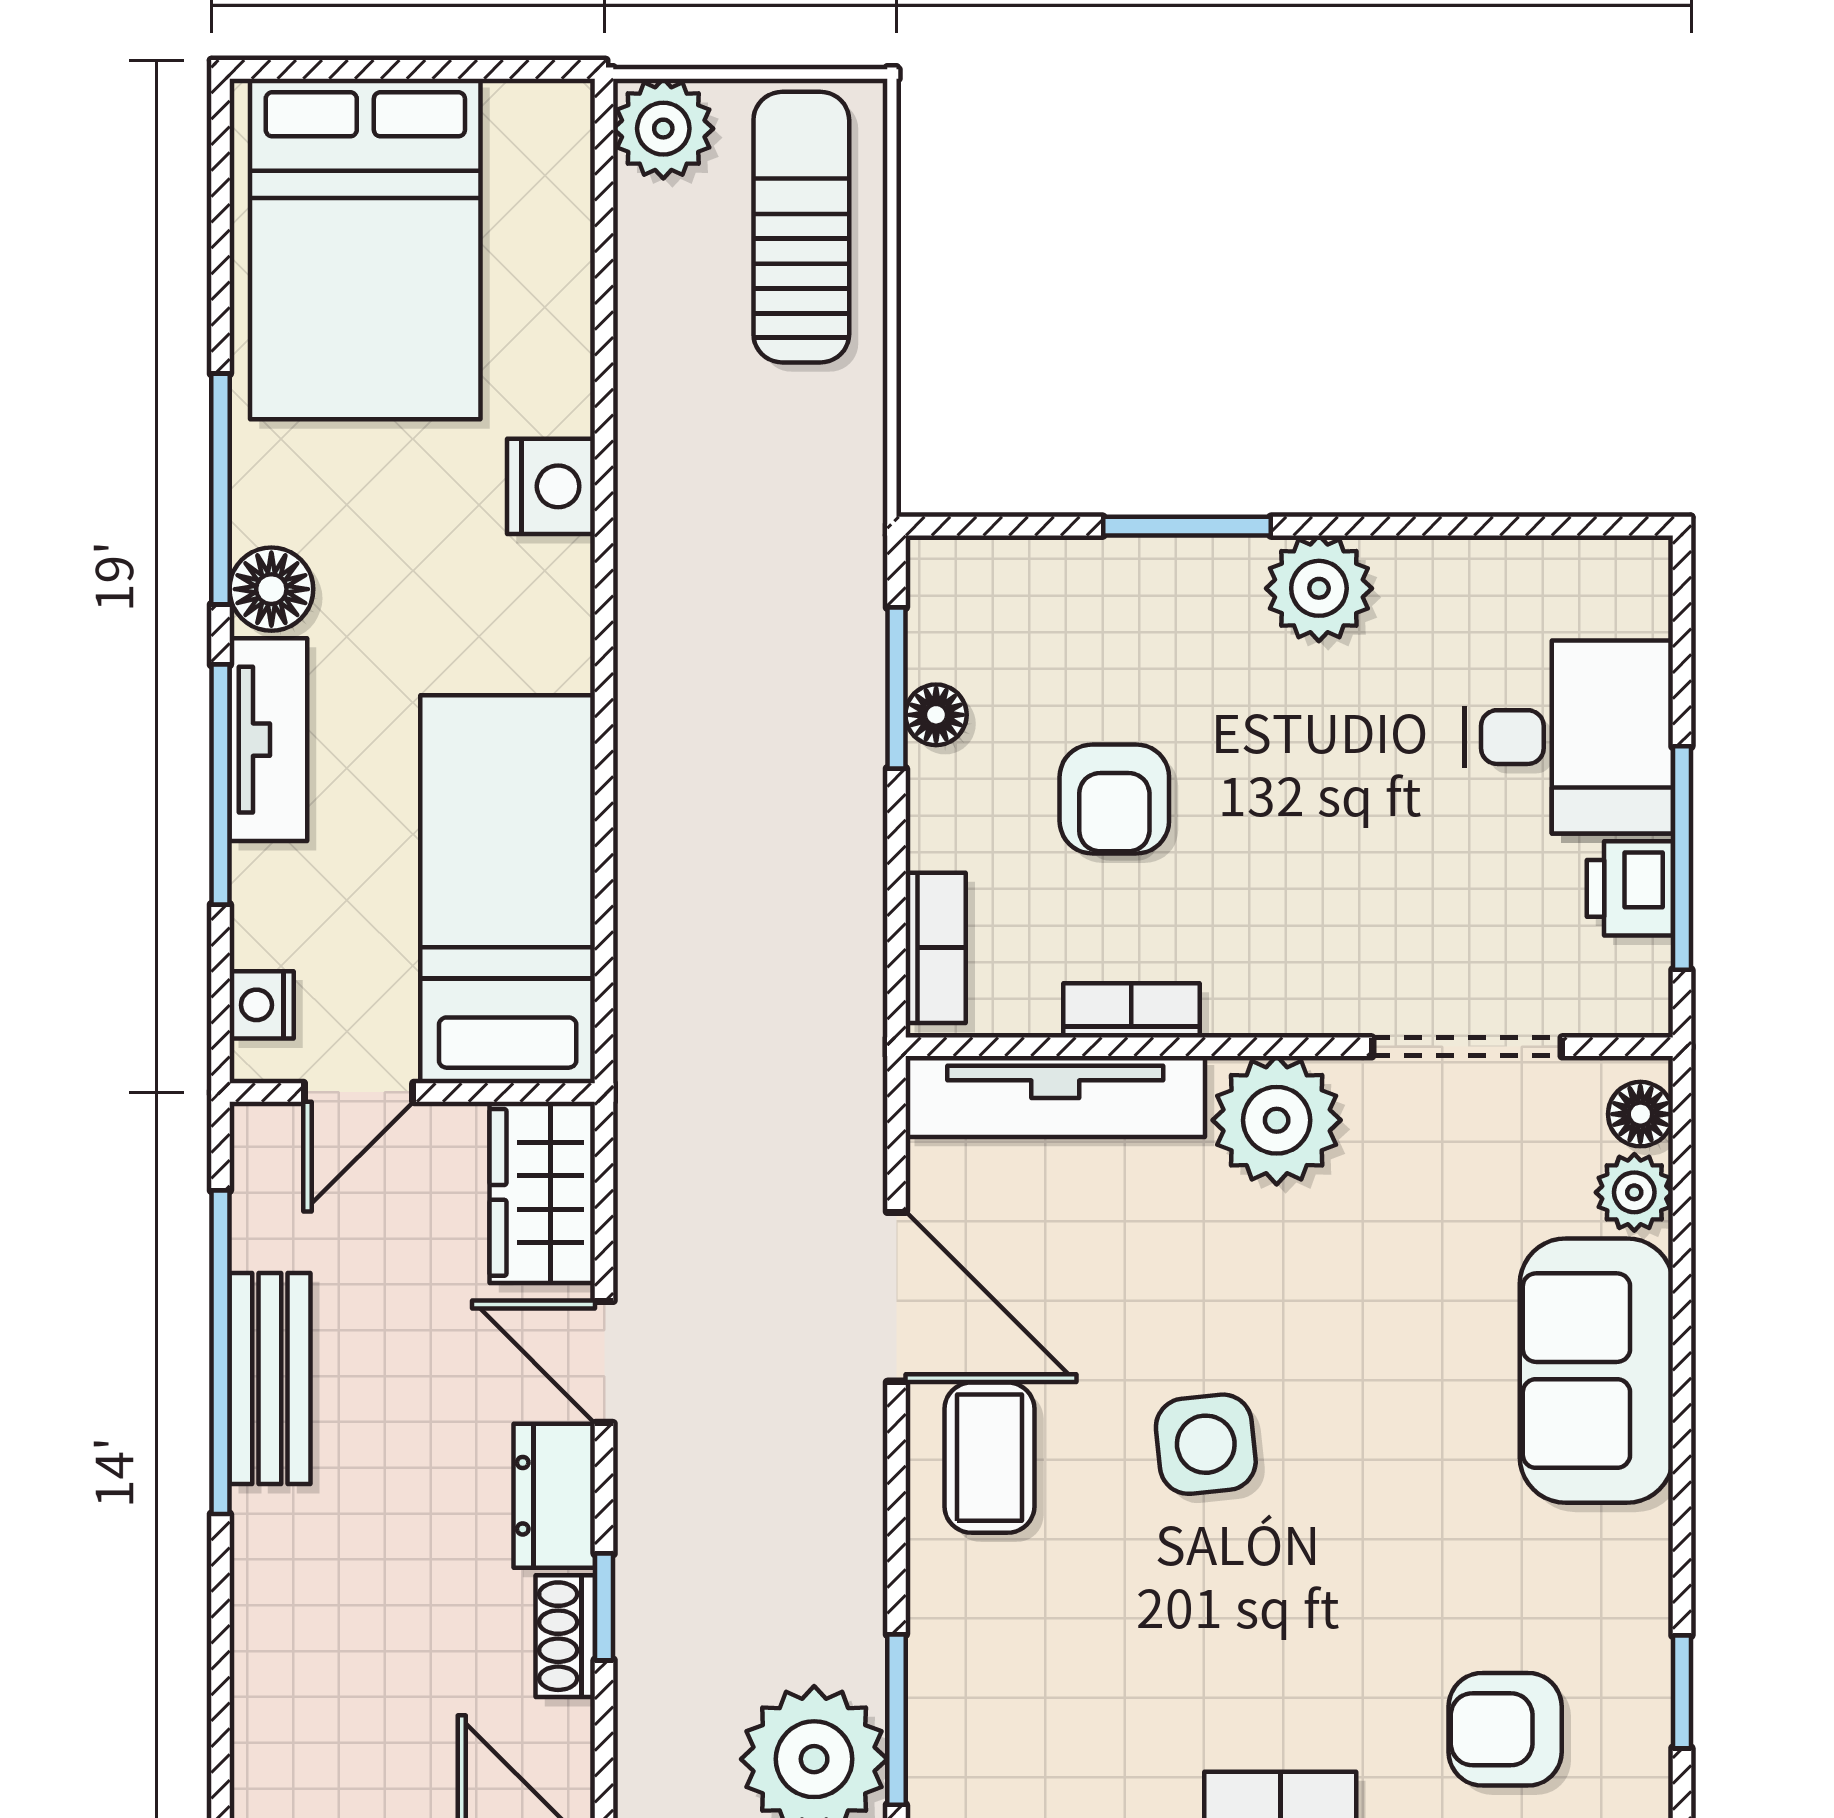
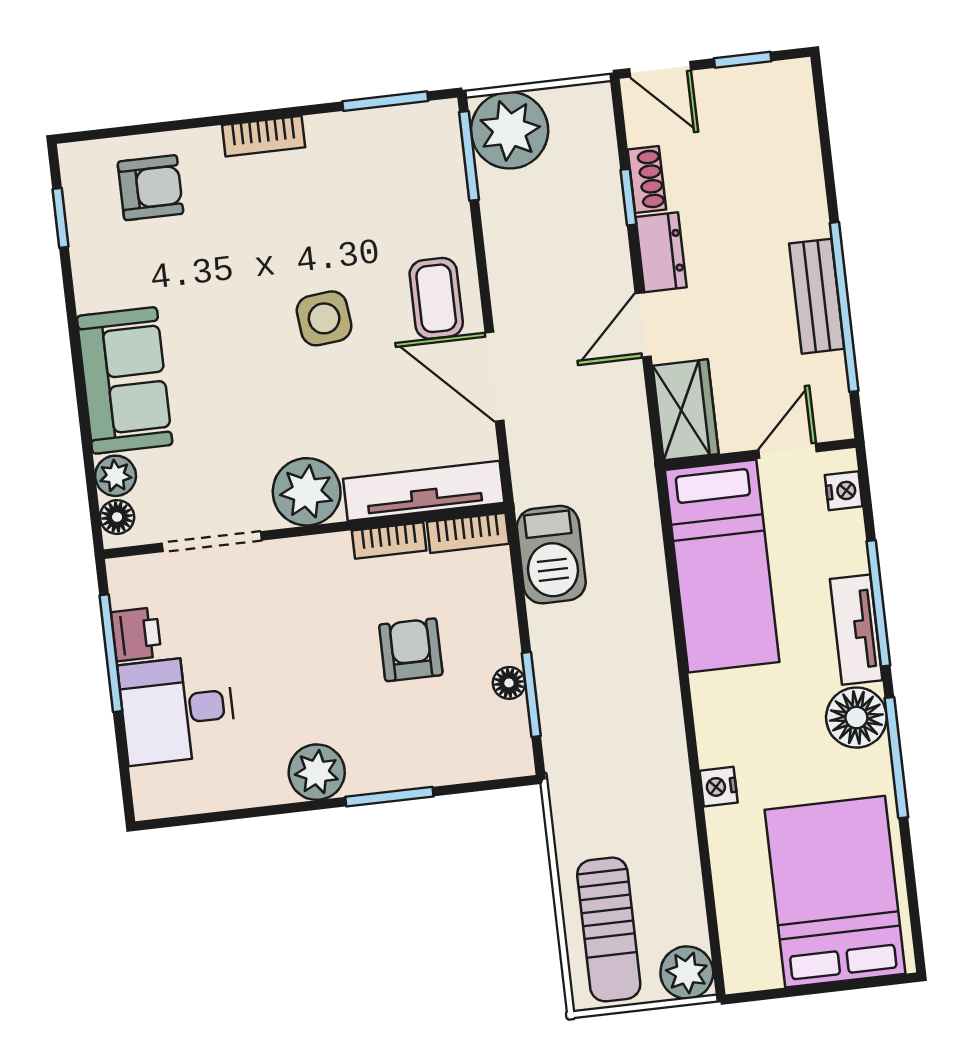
nightstand: (551, 486) -> (719, 787), width x0.72, depth x0.74
floor lamp: (271, 589) -> (856, 718), width x1.38, depth x1.38
barbecue: (828, 948) -> (551, 555), added
bookcase: (936, 948) -> (468, 533), moved, turned -90
door: (604, 1362) -> (643, 325), swing flipped

